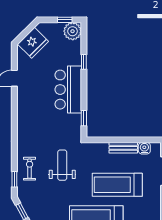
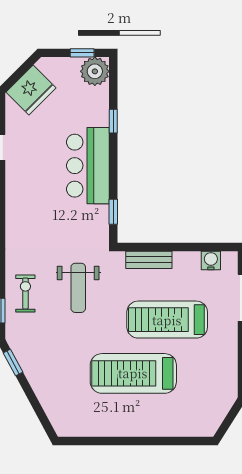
bench: (123, 148) -> (149, 260), moved
weight bench: (62, 165) -> (78, 288), turned 180

